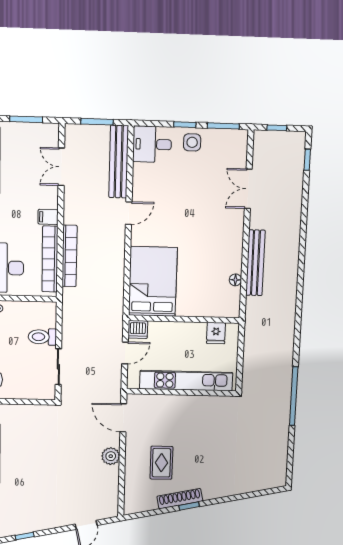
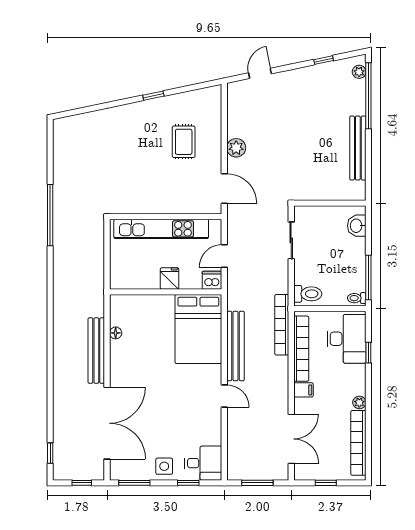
window: (26, 119) -> (326, 483), width x0.67
window: (185, 125) -> (188, 483), moved
bench: (119, 162) -> (235, 346), moved
double door: (61, 167) -> (291, 439), width x1.37
double door: (248, 189) -> (107, 423), width x1.87
door: (129, 213) -> (224, 396), swing flipped
bookcase: (70, 256) -> (282, 325), moved
fridge: (216, 333) -> (170, 278), moved
toilet: (42, 337) -> (308, 294), moved
shoe rack: (180, 499) -> (163, 103), removed

